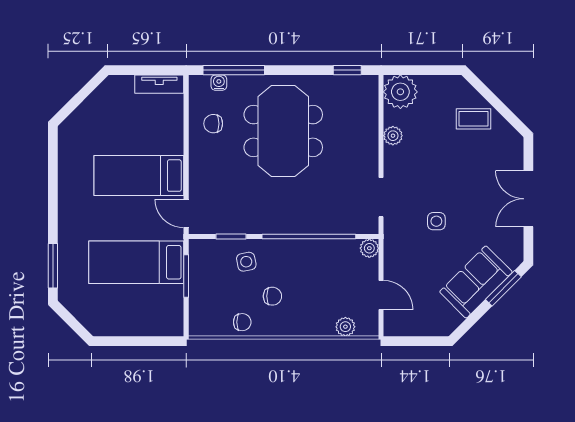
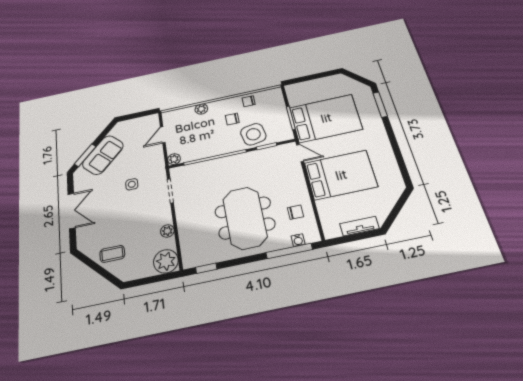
tv unit: (159, 84) -> (359, 226), moved
bed: (139, 176) -> (341, 175), width x1.50
bed: (136, 262) -> (326, 118), width x1.50
side table: (246, 262) -> (253, 134), width x1.87, depth x1.87
door: (381, 295) -> (163, 135), hinge flipped
plant: (345, 327) -> (201, 109), moved

